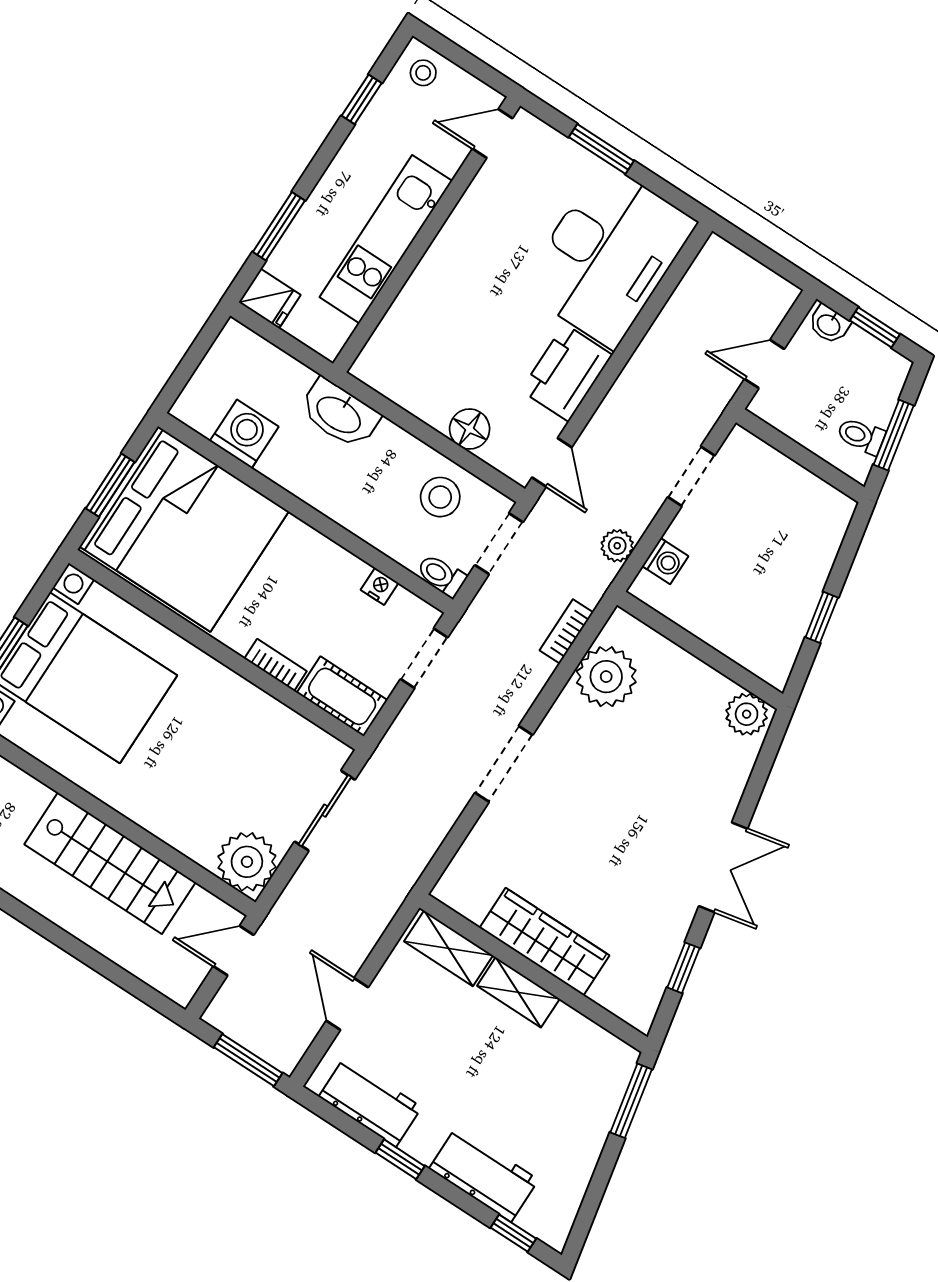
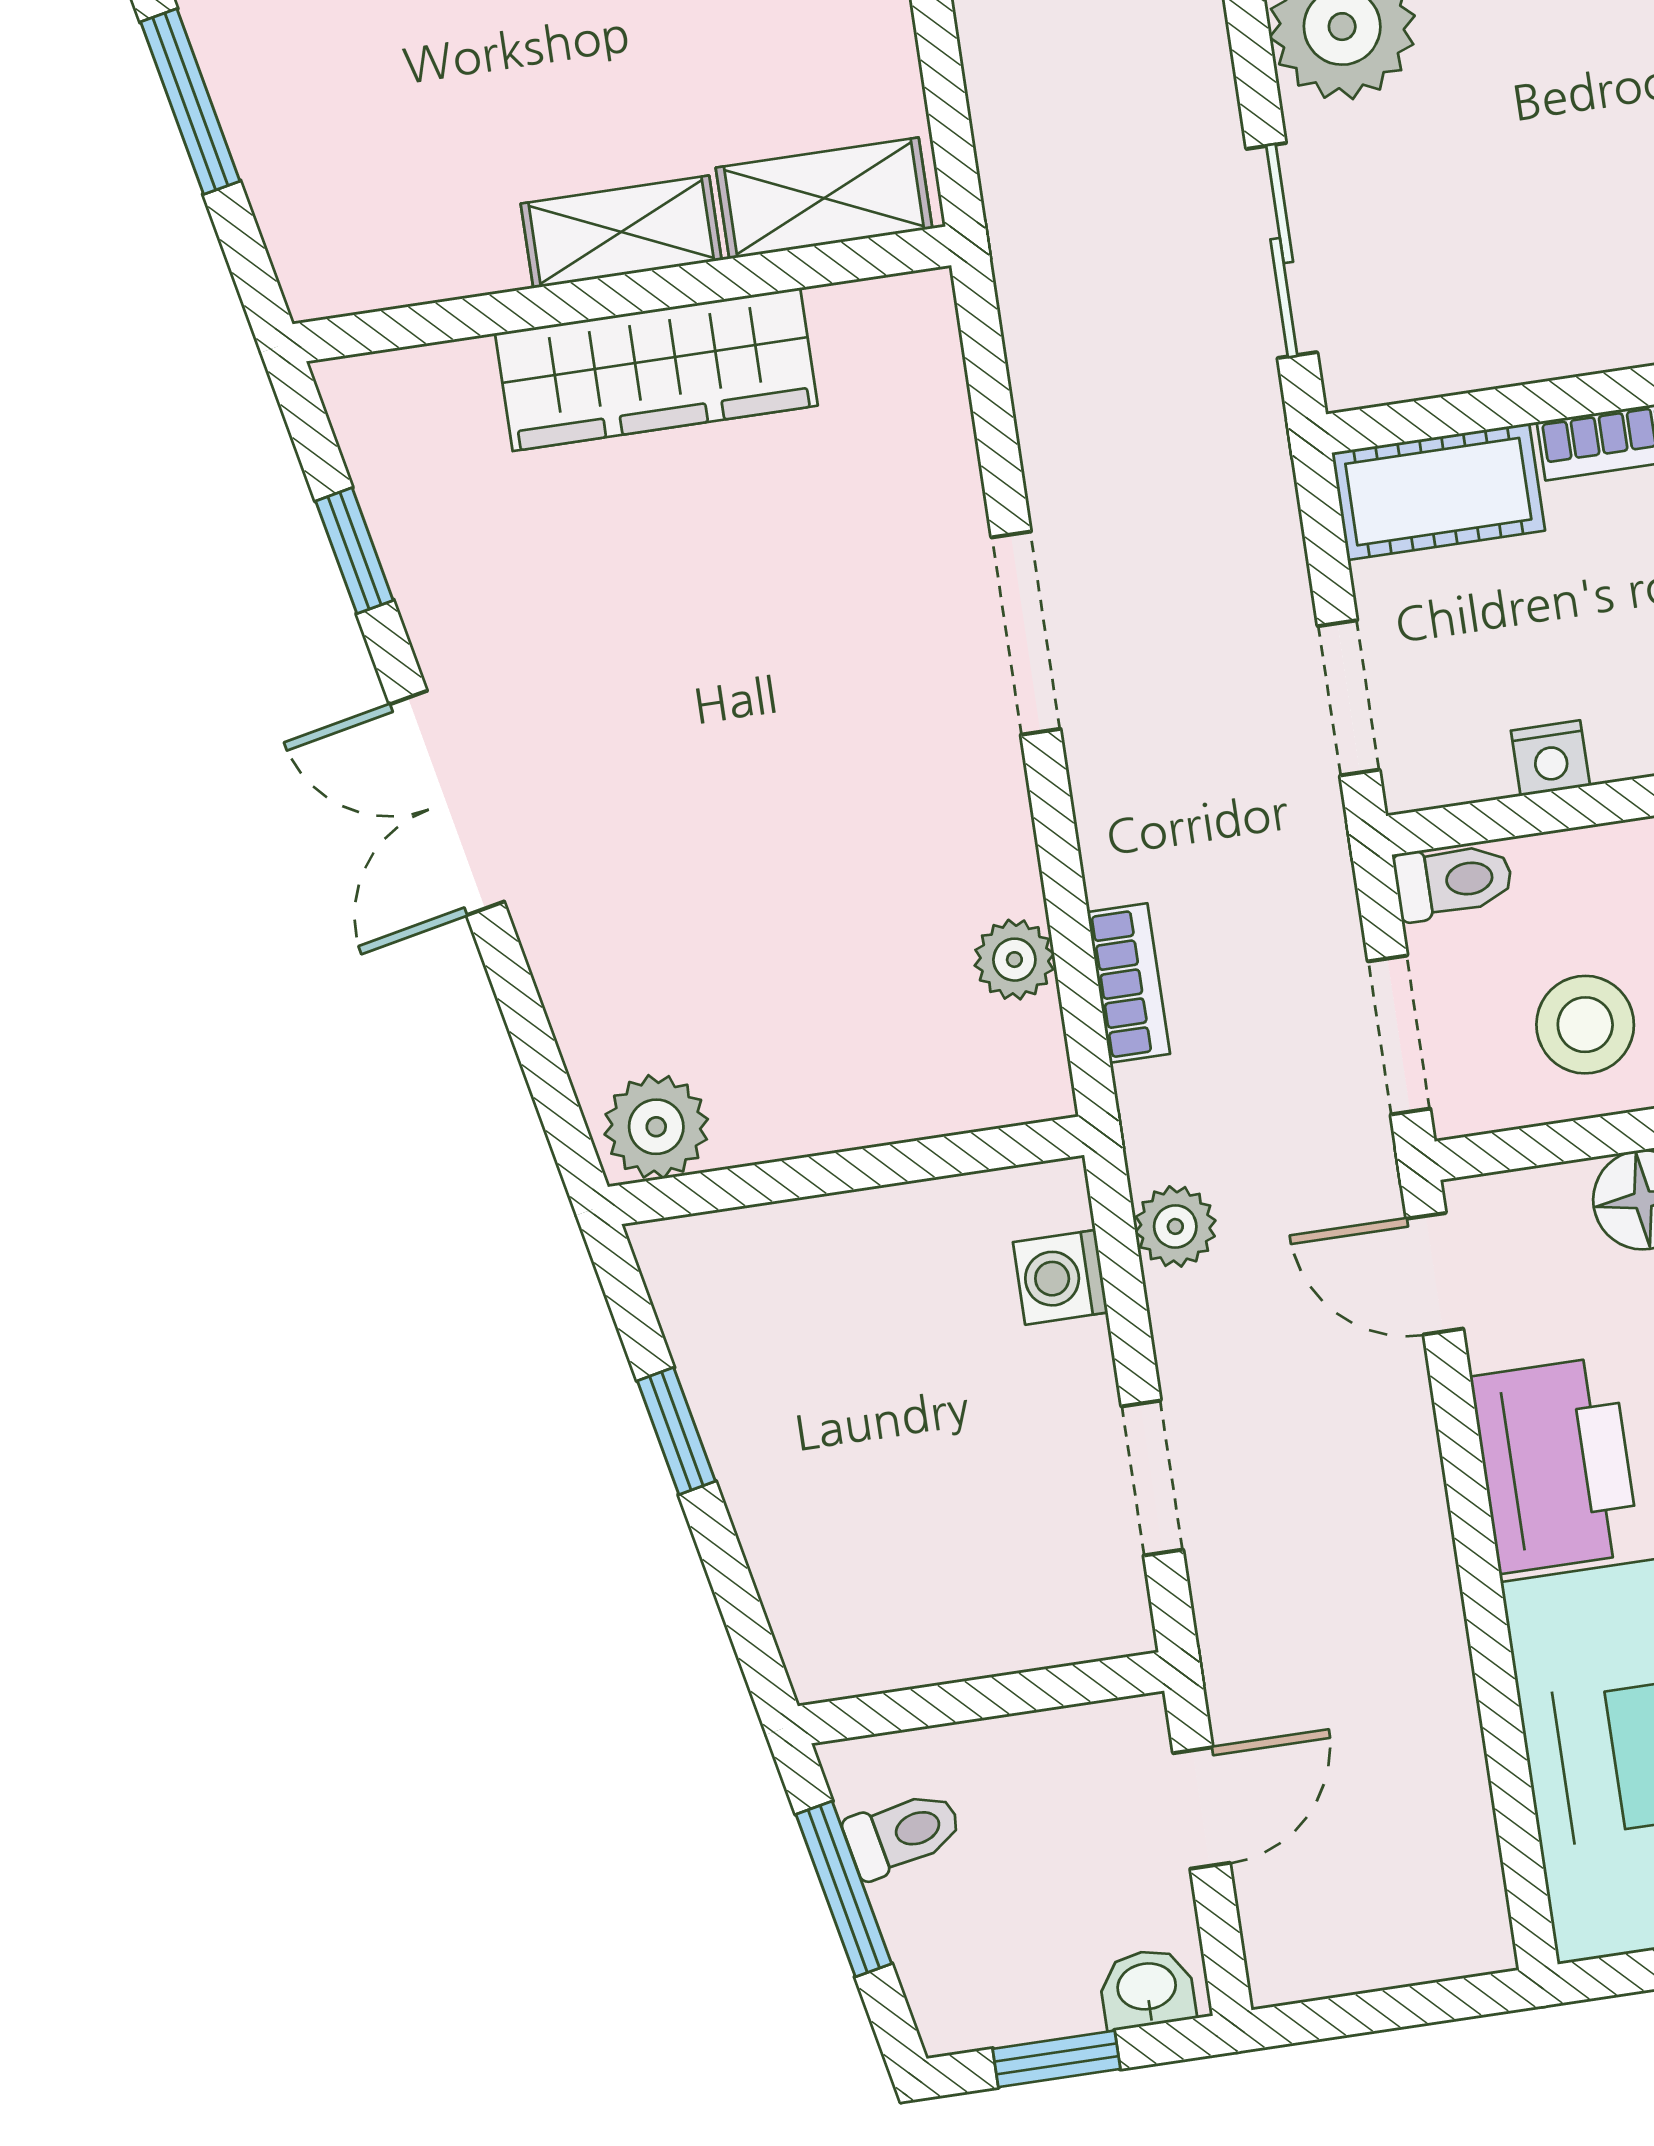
plant: (606, 677) -> (1014, 960), width x0.53, depth x0.53
window: (631, 1101) -> (190, 101), moved

